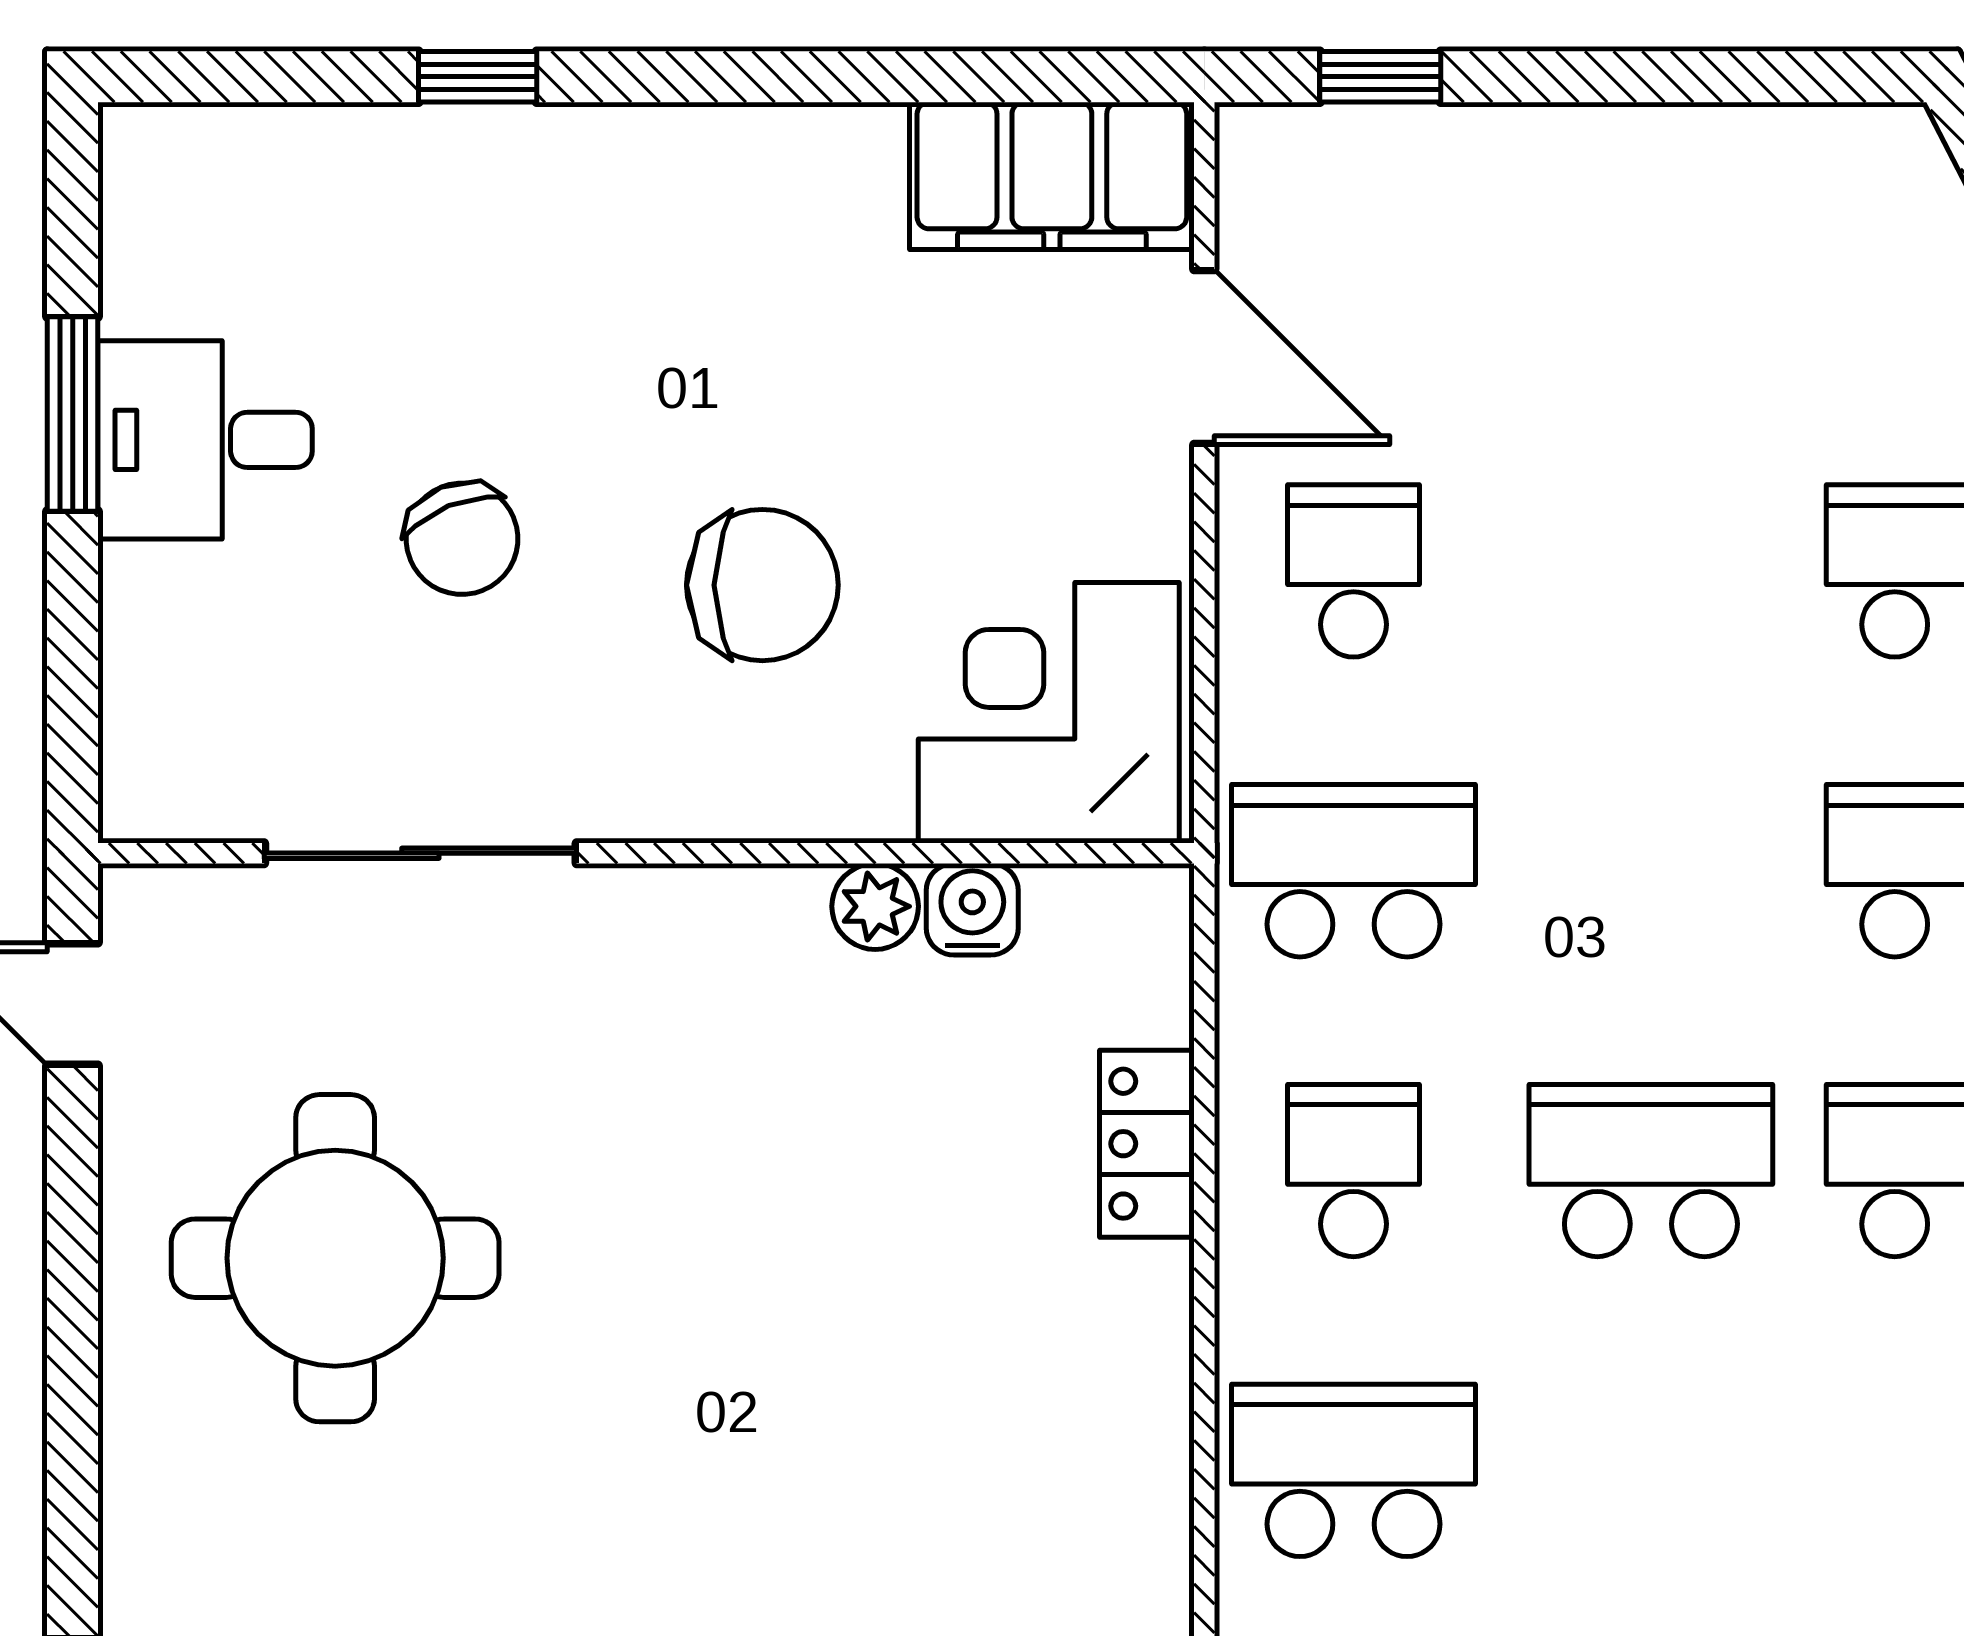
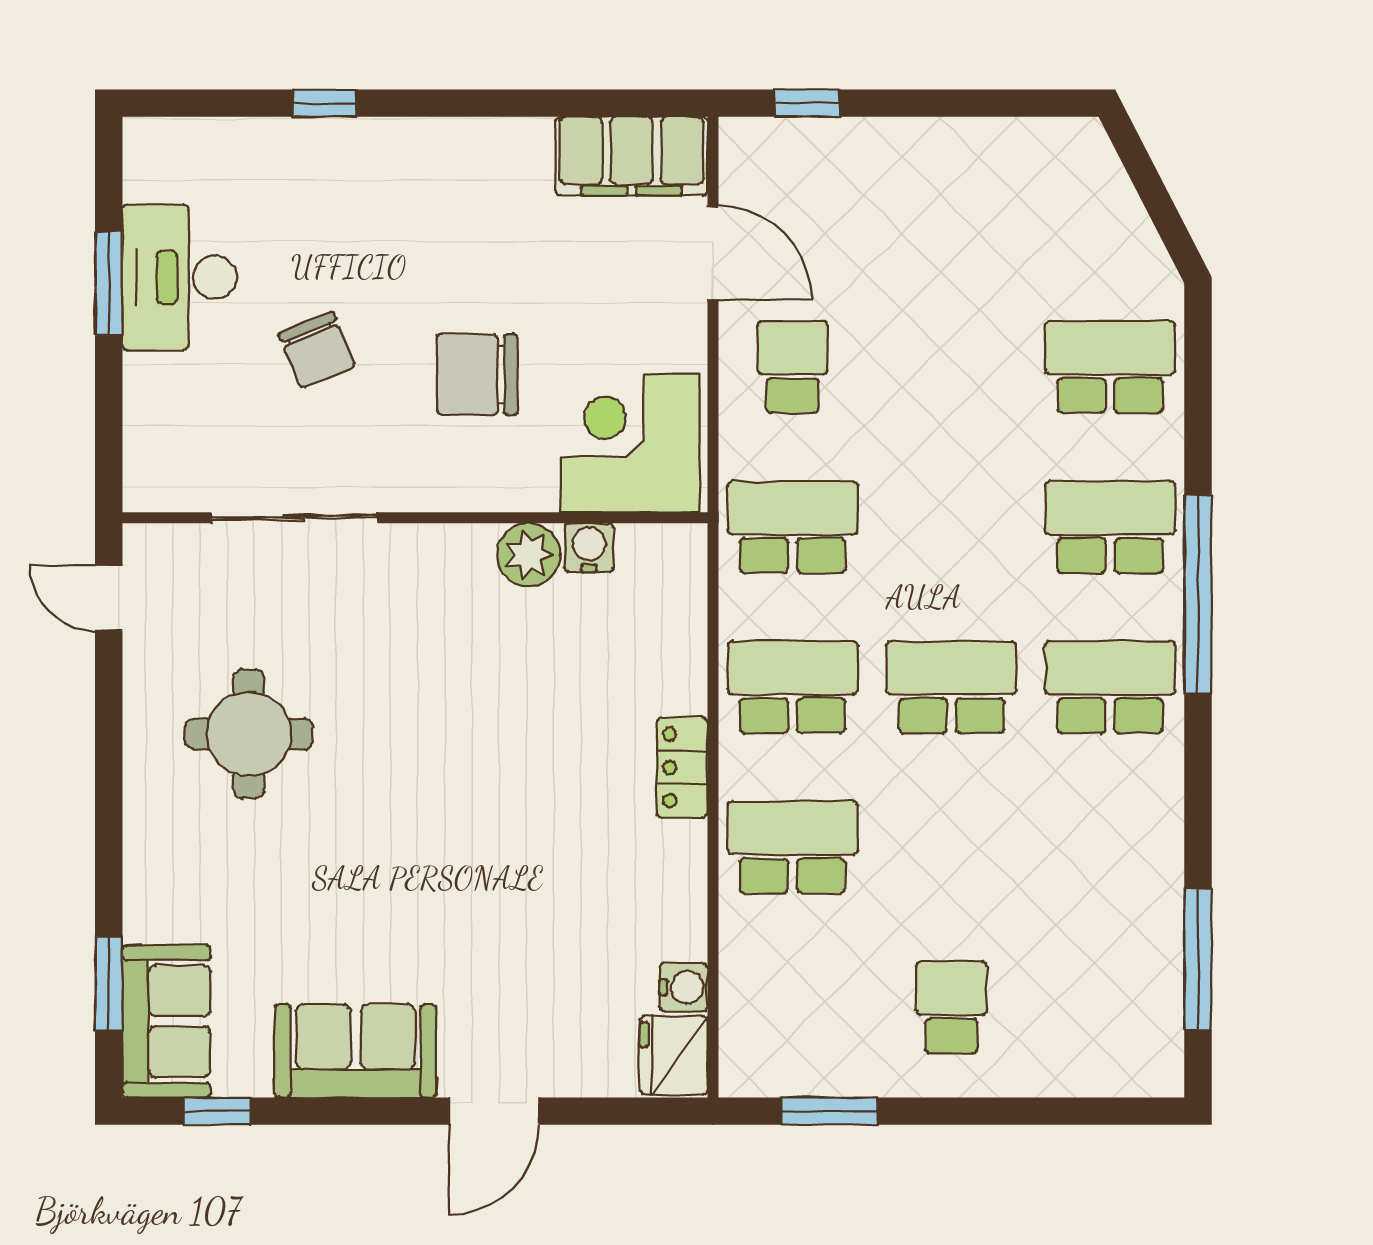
desk: (205, 440) -> (179, 277), width x1.37
chair: (762, 585) -> (477, 375), turned 180
plant: (875, 906) -> (529, 555), width x1.38, depth x1.38
locker: (1147, 1144) -> (682, 767), moved
school desk: (1354, 1171) -> (793, 687), width x1.85
round table: (335, 1258) -> (249, 734), width x0.73, depth x0.73

